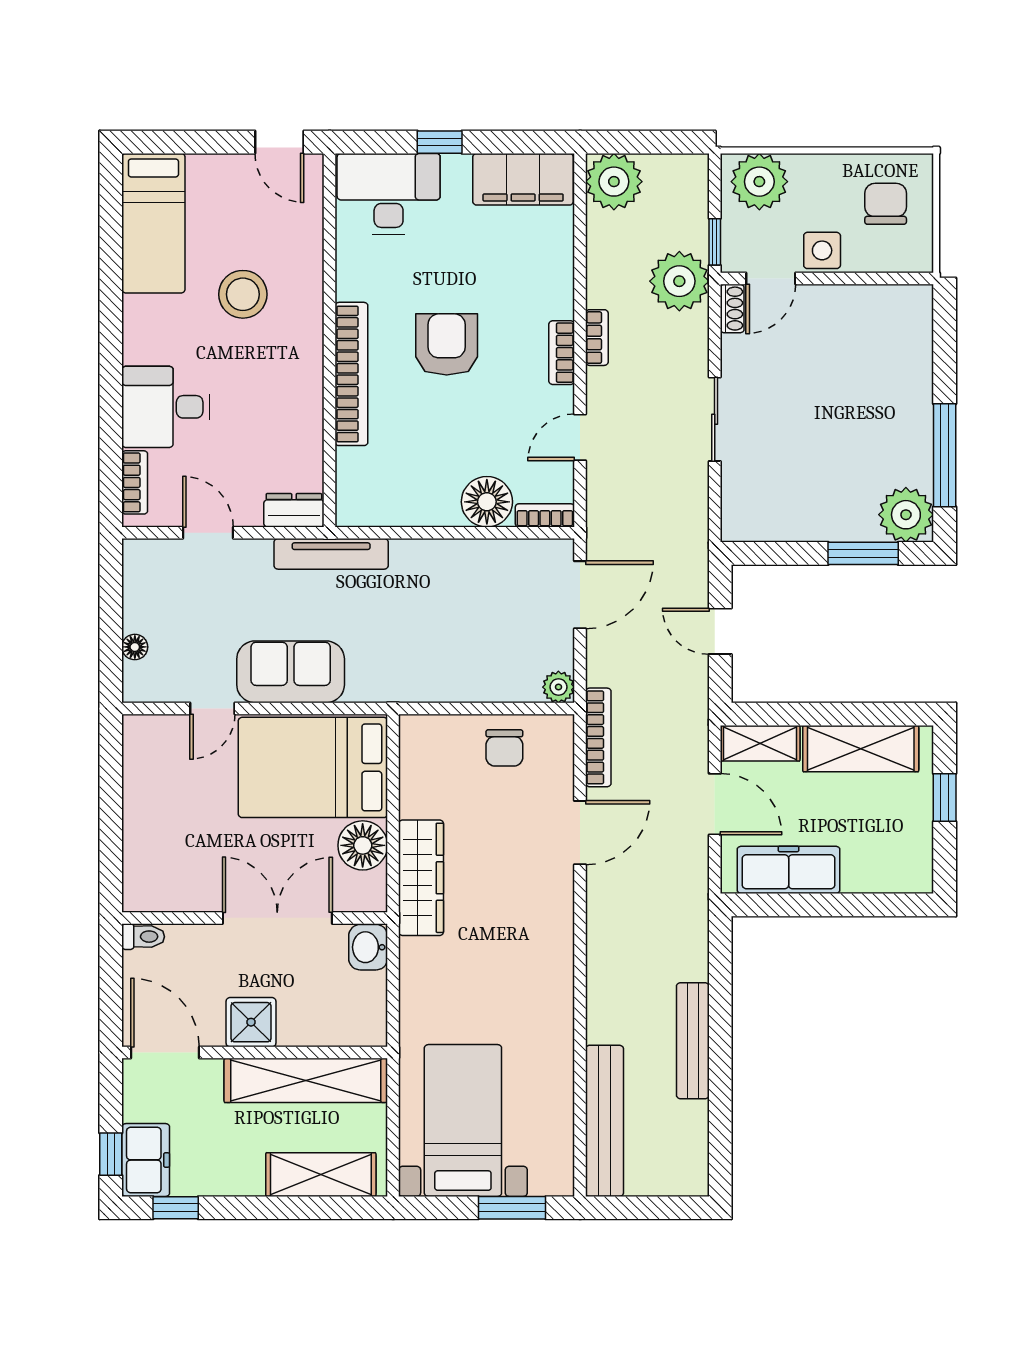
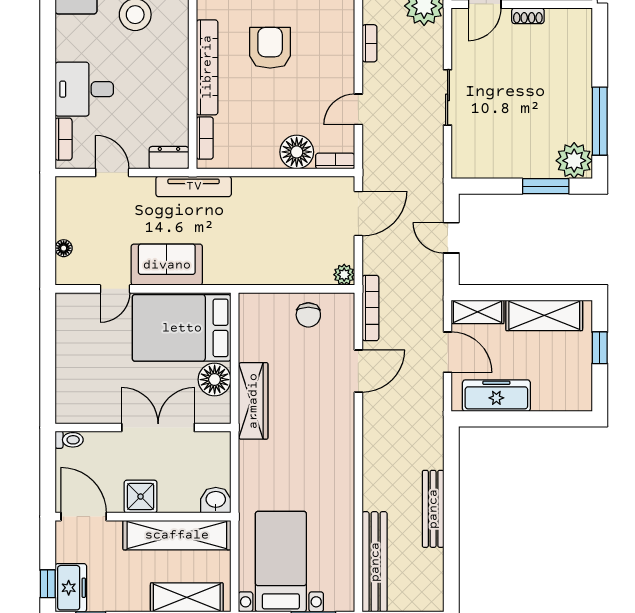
shoe rack: (732, 309) -> (528, 16), moved, turned 90
bookcase: (562, 353) -> (205, 138), moved, turned 180
washbasin: (368, 947) -> (216, 500), moved, turned 90

